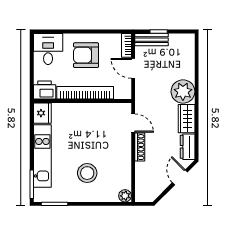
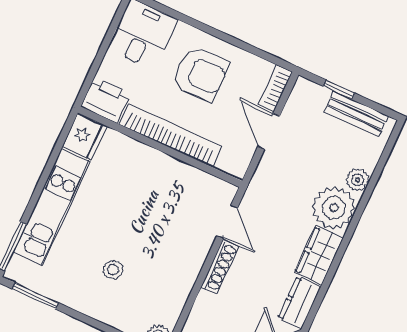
bench: (151, 40) -> (356, 114), moved
armchair: (86, 55) -> (201, 74), turned 180
plant: (189, 72) -> (358, 180), added
stool: (87, 173) -> (113, 270), width x0.53, depth x0.53

